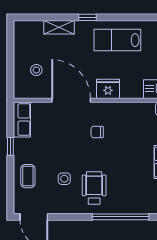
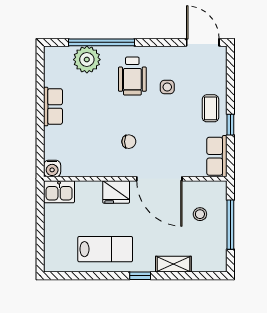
window: (10, 61) -> (230, 225), added
coffee table: (28, 176) -> (210, 108), moved
plant: (133, 202) -> (87, 60), added

